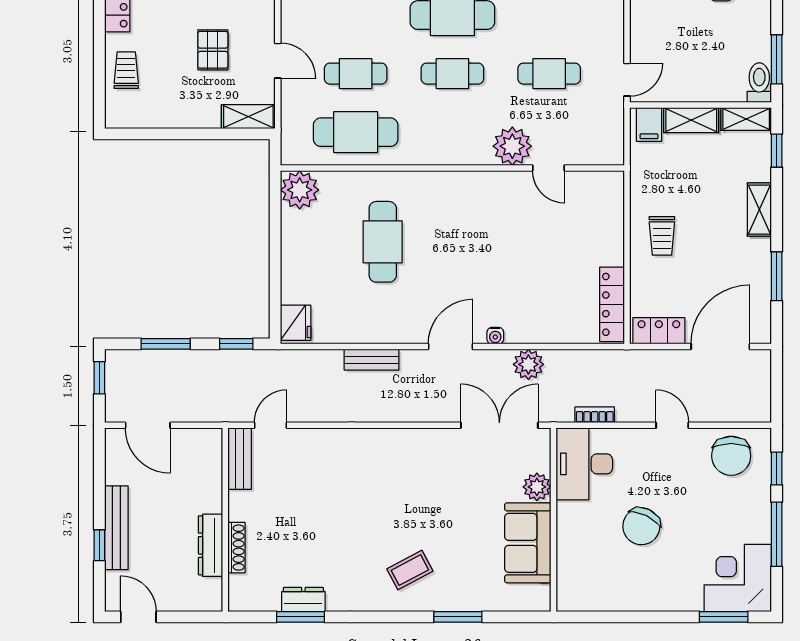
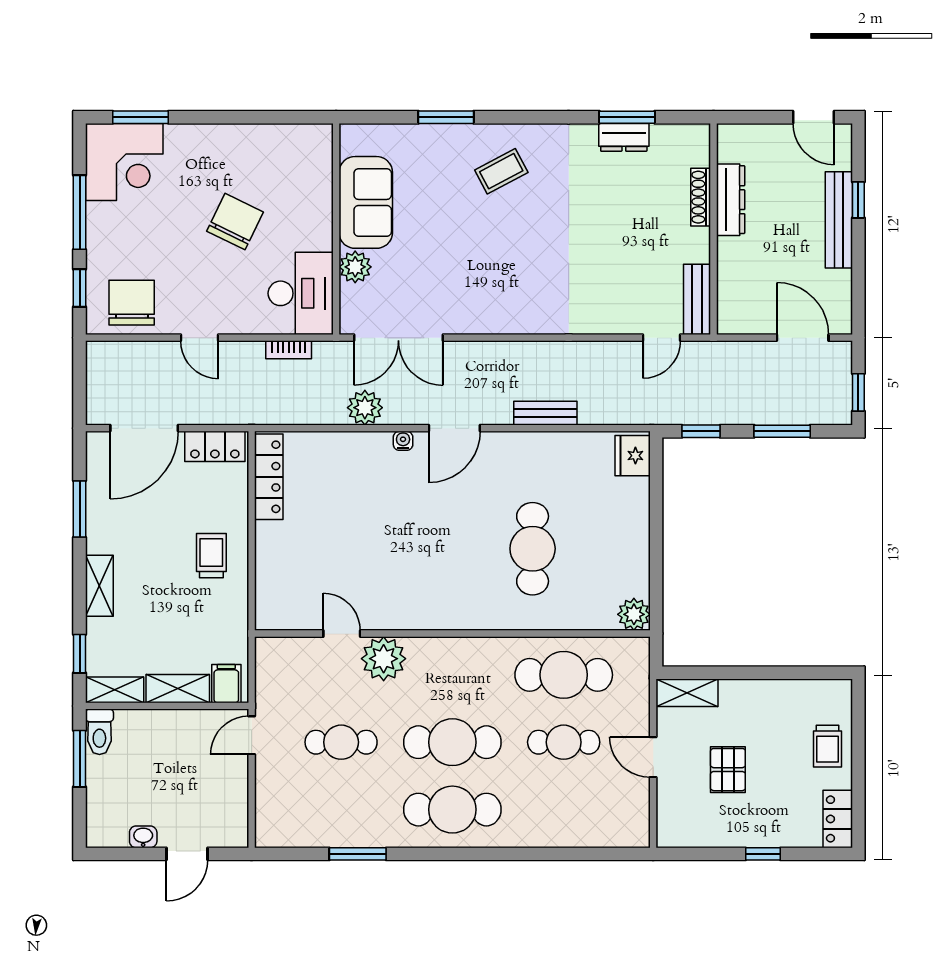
cafe table: (452, 74) -> (452, 742), width x1.37, depth x1.35
plant: (300, 190) -> (634, 614), width x0.73, depth x0.73

